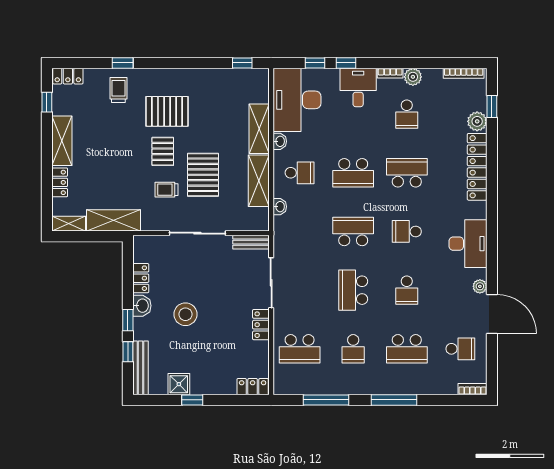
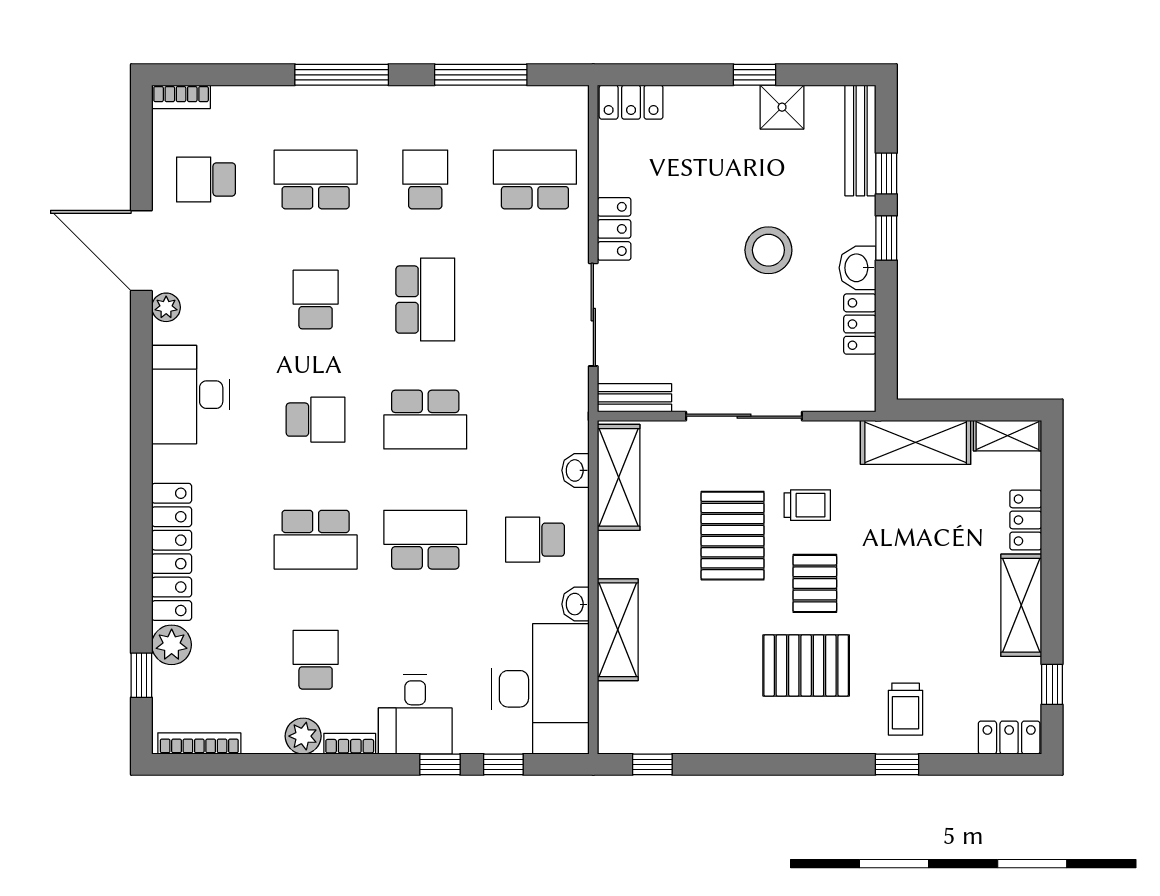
shelving: (259, 181) -> (619, 477), moved

